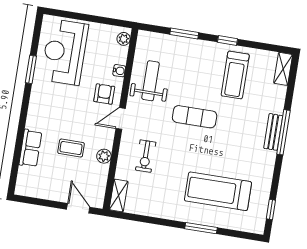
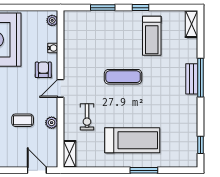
weight bench: (151, 81) -> (81, 52), removed
treadmill: (218, 191) -> (132, 140), moved, turned 180

